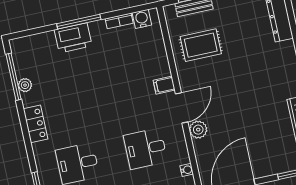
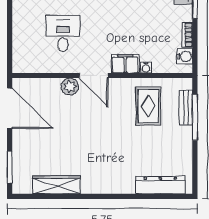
filing cabinet: (164, 85) -> (125, 64), width x2.00
water cooler: (187, 170) -> (146, 68), moved

